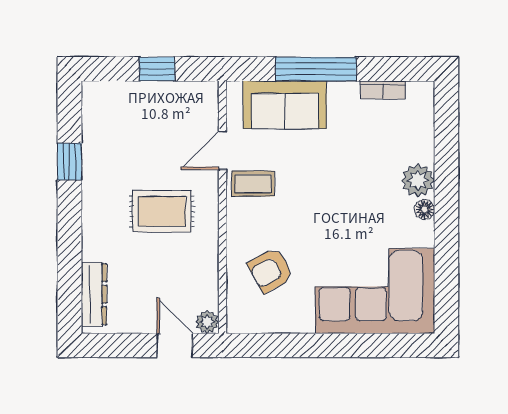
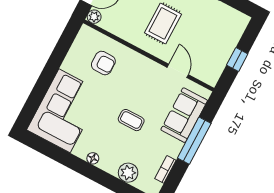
plant: (418, 180) -> (128, 173), moved
coffee table: (253, 184) -> (131, 120), moved, turned 90
armchair: (271, 270) -> (103, 63), turned 119

